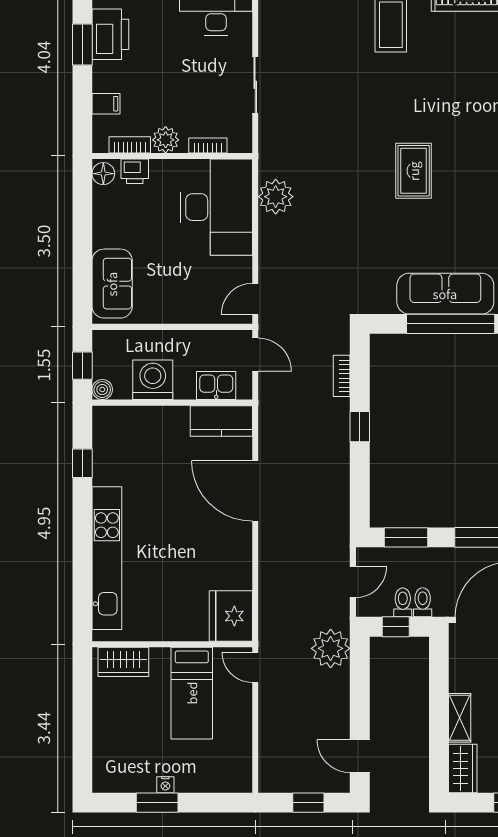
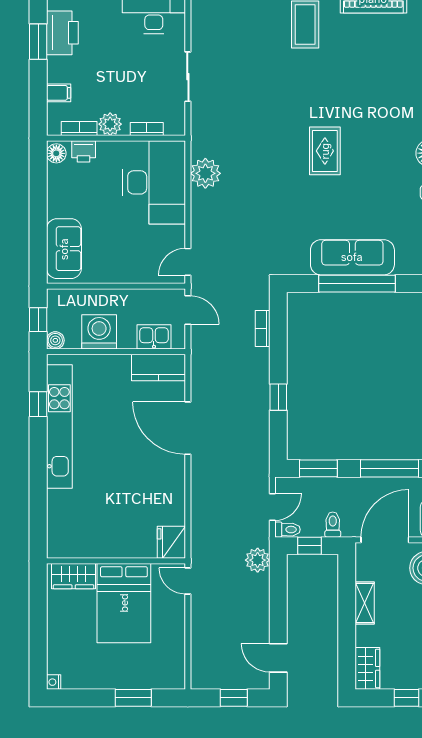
window: (360, 427) -> (278, 397), moved
kitchen unit: (107, 558) -> (59, 427), moved
toilet: (403, 602) -> (287, 530), moved, turned 90
fridge: (231, 616) -> (171, 542), width x0.73, depth x0.75
plant: (331, 648) -> (258, 560), width x0.73, depth x0.73
bed: (192, 693) -> (124, 603), width x1.50
shelving: (460, 718) -> (365, 603), moved
nightstand: (165, 785) -> (54, 682), moved, turned 90
window: (157, 803) -> (133, 698), moved

